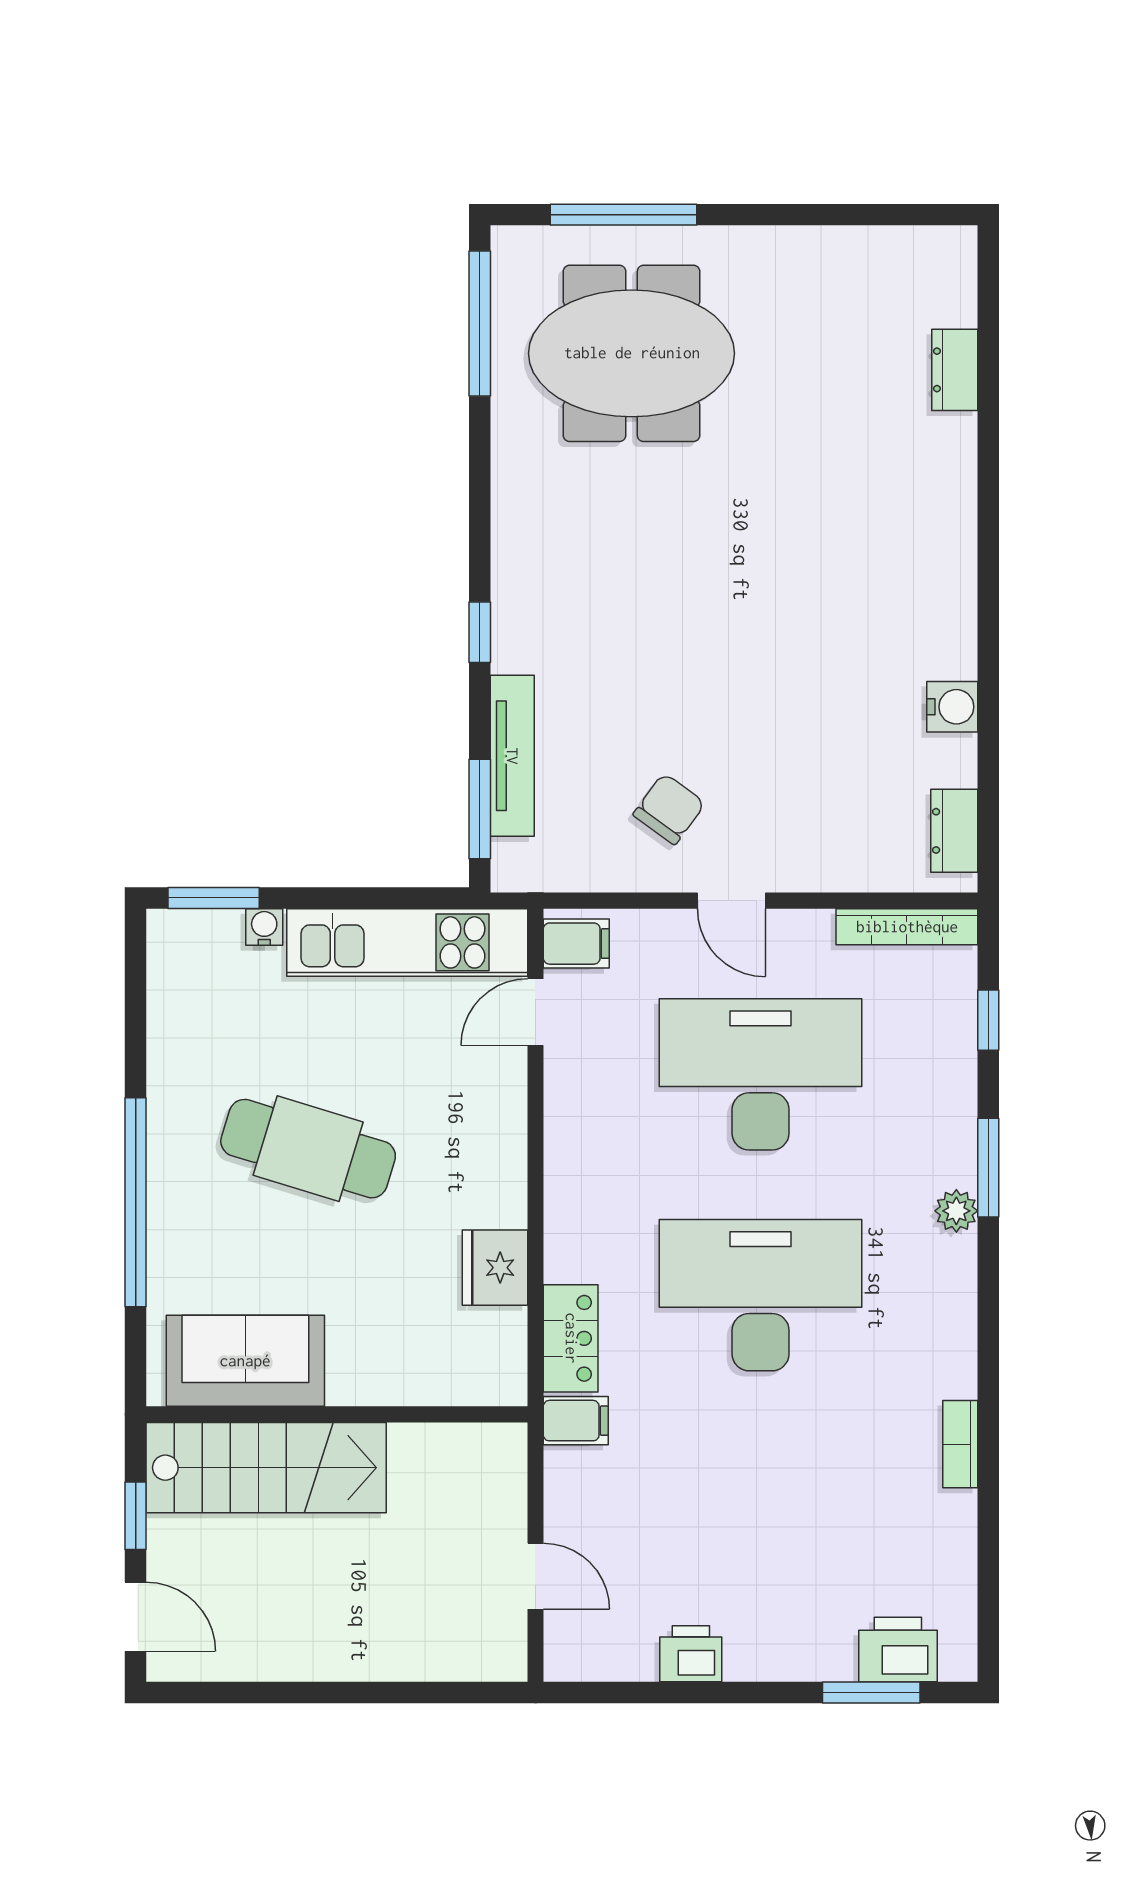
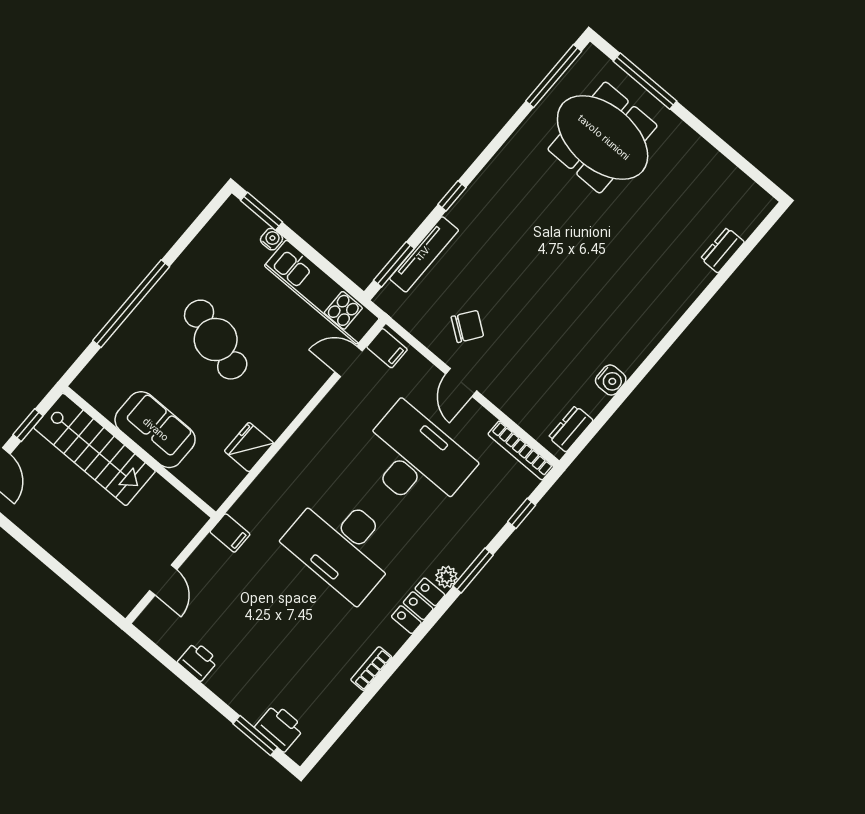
desk: (761, 1295) -> (343, 545), turned 180
locker: (571, 1338) -> (418, 606), moved, turned 180
sofa: (245, 1361) -> (155, 430), moved

